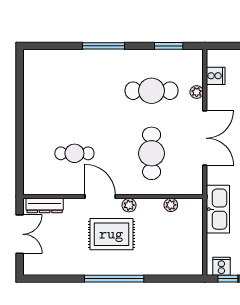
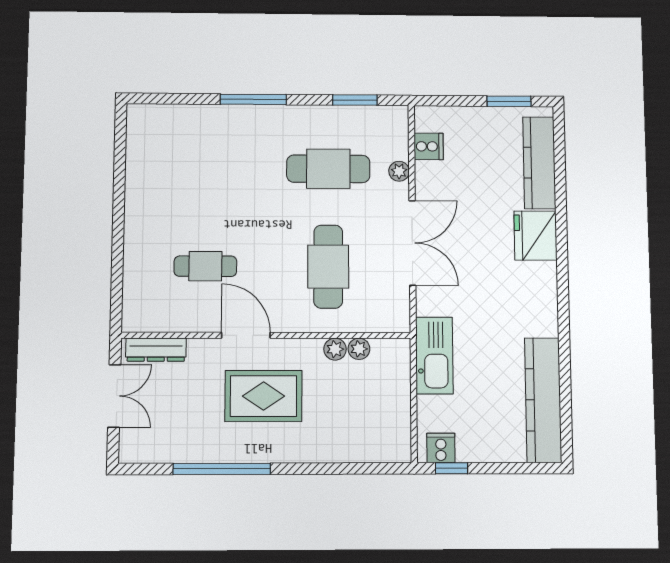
plant: (129, 205) -> (335, 349), moved
window: (114, 279) -> (222, 469), moved

